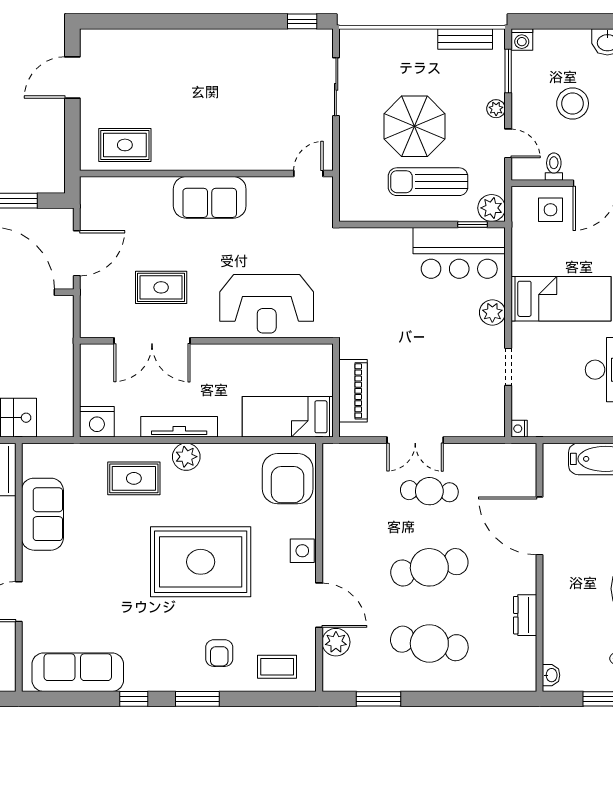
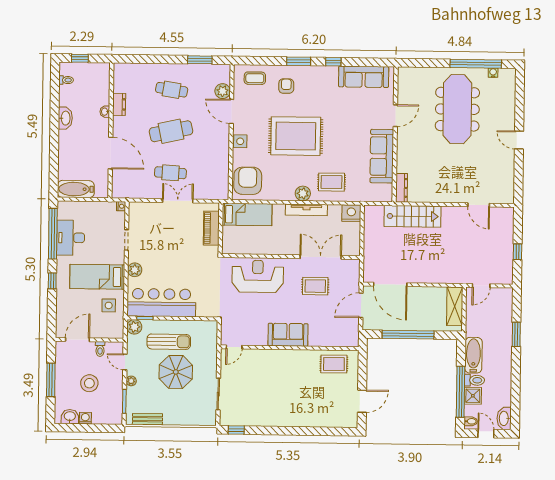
washing machine: (522, 39) -> (85, 418), moved
side table: (550, 210) -> (109, 305), moved
bar counter: (459, 253) -> (161, 303), width x1.36
sofa: (42, 514) -> (382, 156), width x1.36
cafe table: (429, 643) -> (172, 90), width x0.73, depth x0.74
washbasin: (551, 675) -> (105, 112), moved

